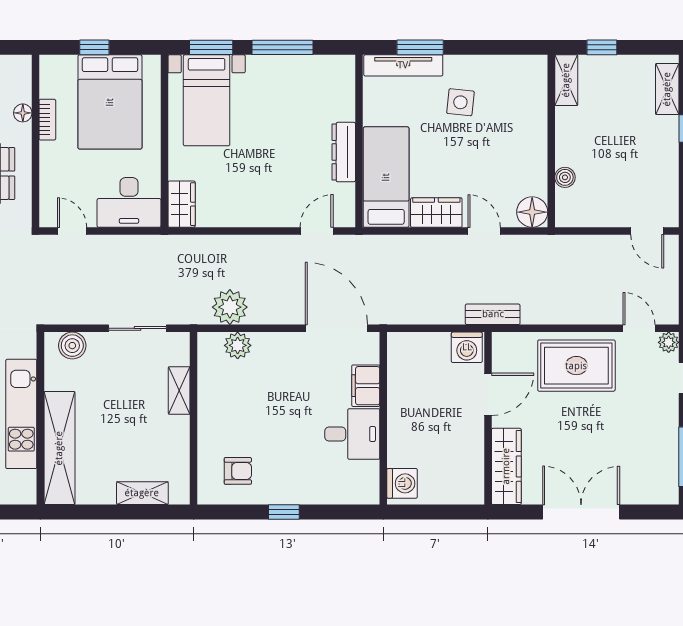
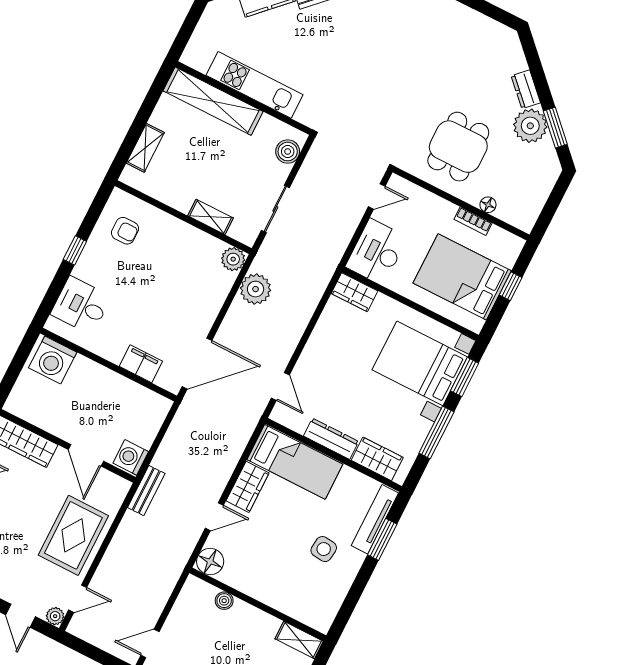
wardrobe: (340, 94) -> (377, 459), added
bed with nightstands: (207, 100) -> (420, 363), width x1.36
plant: (238, 345) -> (233, 259), moved
desk: (352, 434) -> (81, 305), moved, turned 90
armchair: (238, 471) -> (125, 231), turned -90
washing machine: (402, 483) -> (53, 360), width x1.37, depth x1.37

